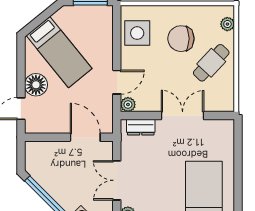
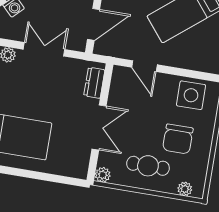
chair: (181, 39) -> (178, 139), turned 180
cafe table: (211, 63) -> (148, 166), turned -43
plant: (128, 105) -> (103, 175), moved

